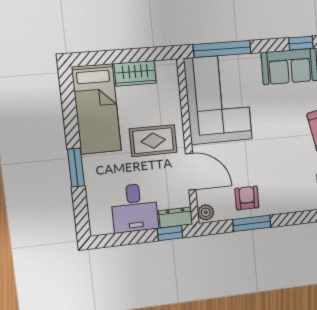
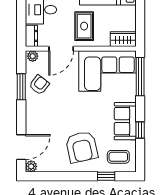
wardrobe: (135, 73) -> (123, 39), moved, turned 90
armchair: (247, 198) -> (39, 85), turned -52
window: (170, 233) -> (21, 31), removed

